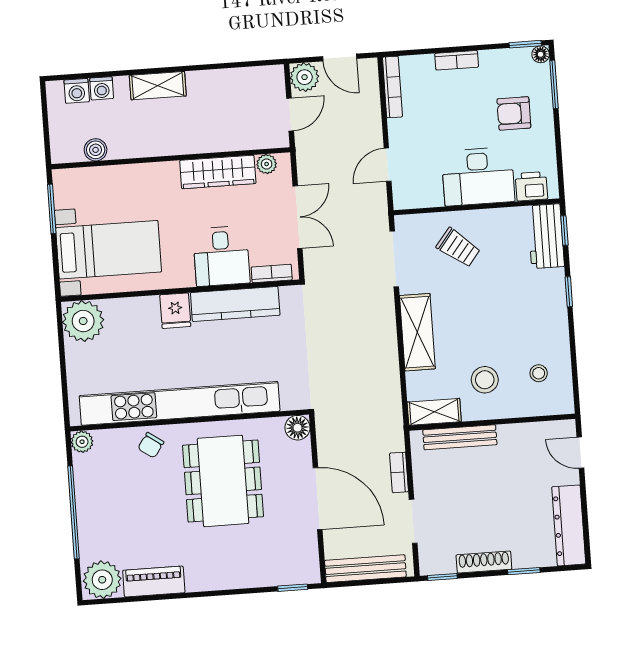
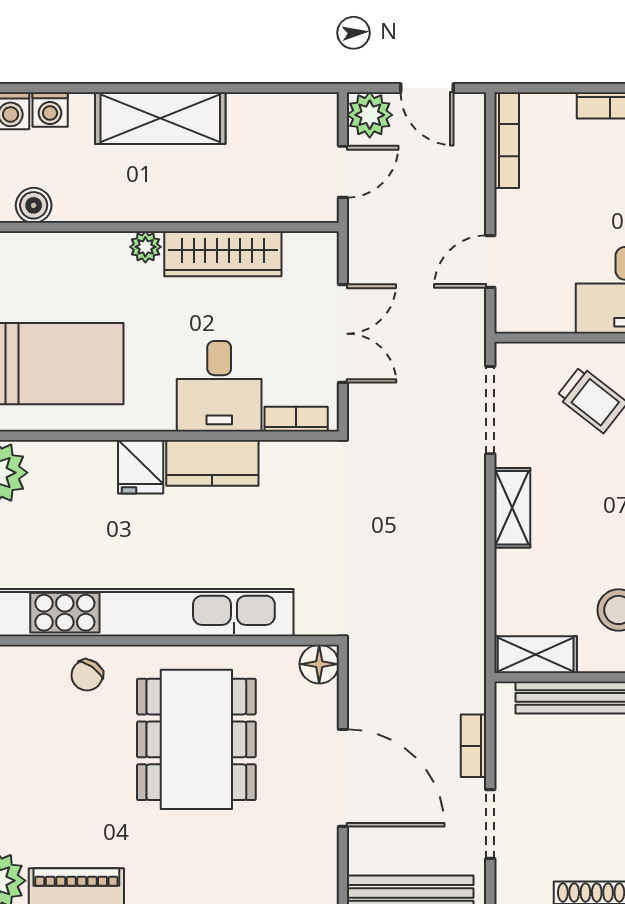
shelving: (158, 86) -> (160, 118), width x1.50, depth x1.33
plant: (267, 164) -> (145, 247), moved
kitchen counter: (235, 304) -> (212, 463), width x0.67
shelving: (417, 332) -> (512, 508), width x0.67, depth x0.75

